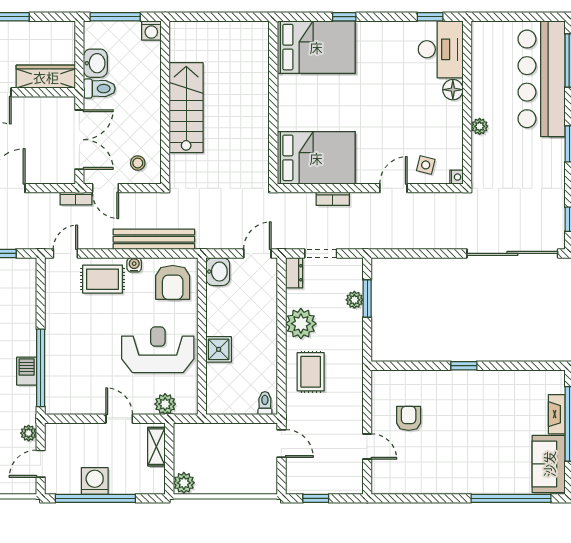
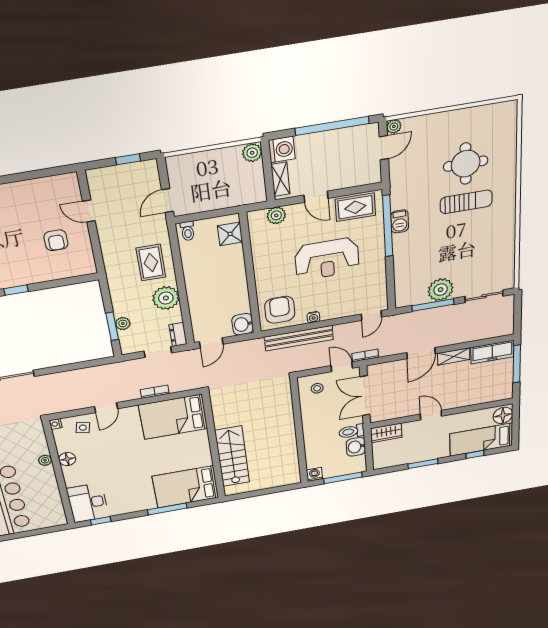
window: (344, 17) -> (167, 509), width x2.17
wardrobe: (46, 77) -> (386, 433), width x0.67
floor lamp: (453, 90) -> (67, 459), moved
stairs: (186, 108) -> (232, 456), moved, turned 180
rug: (103, 279) -> (355, 207), moved
shower: (219, 349) -> (230, 234), moved
reception desk: (158, 350) -> (327, 259), moved
plant: (29, 433) -> (394, 126), moved
door: (281, 444) -> (168, 201), hinge flipped
washing machine: (95, 481) -> (282, 150), moved, turned -90

